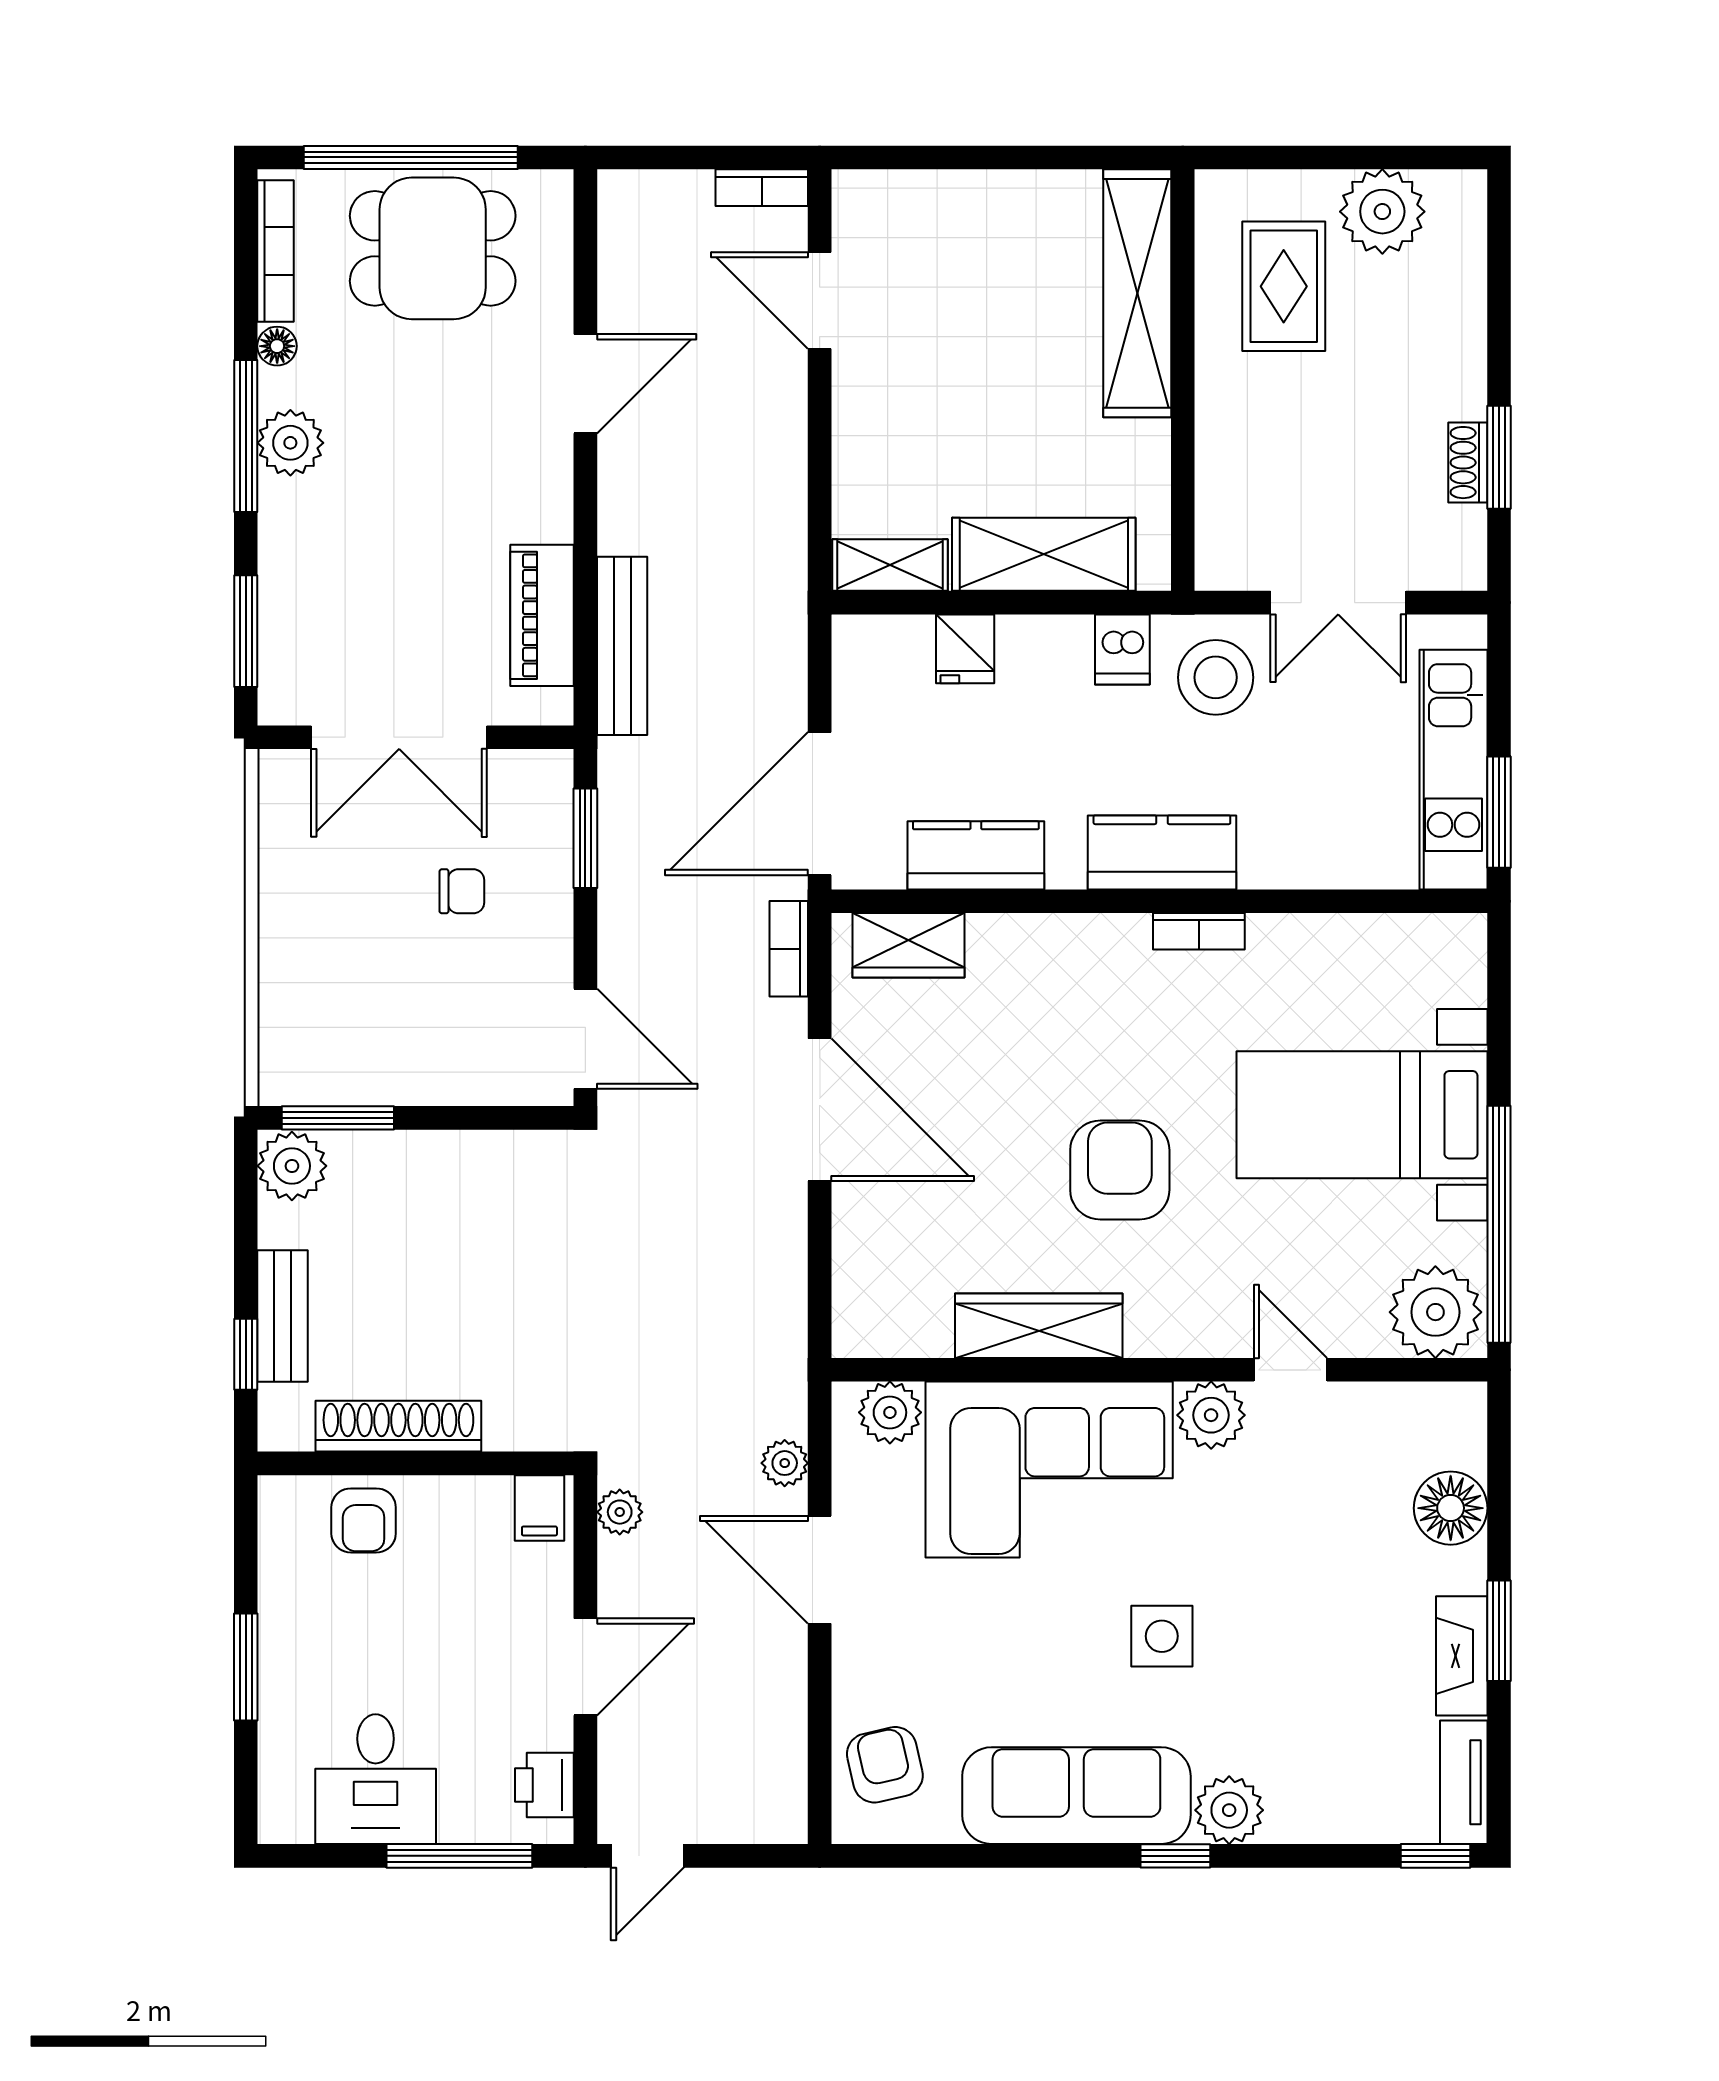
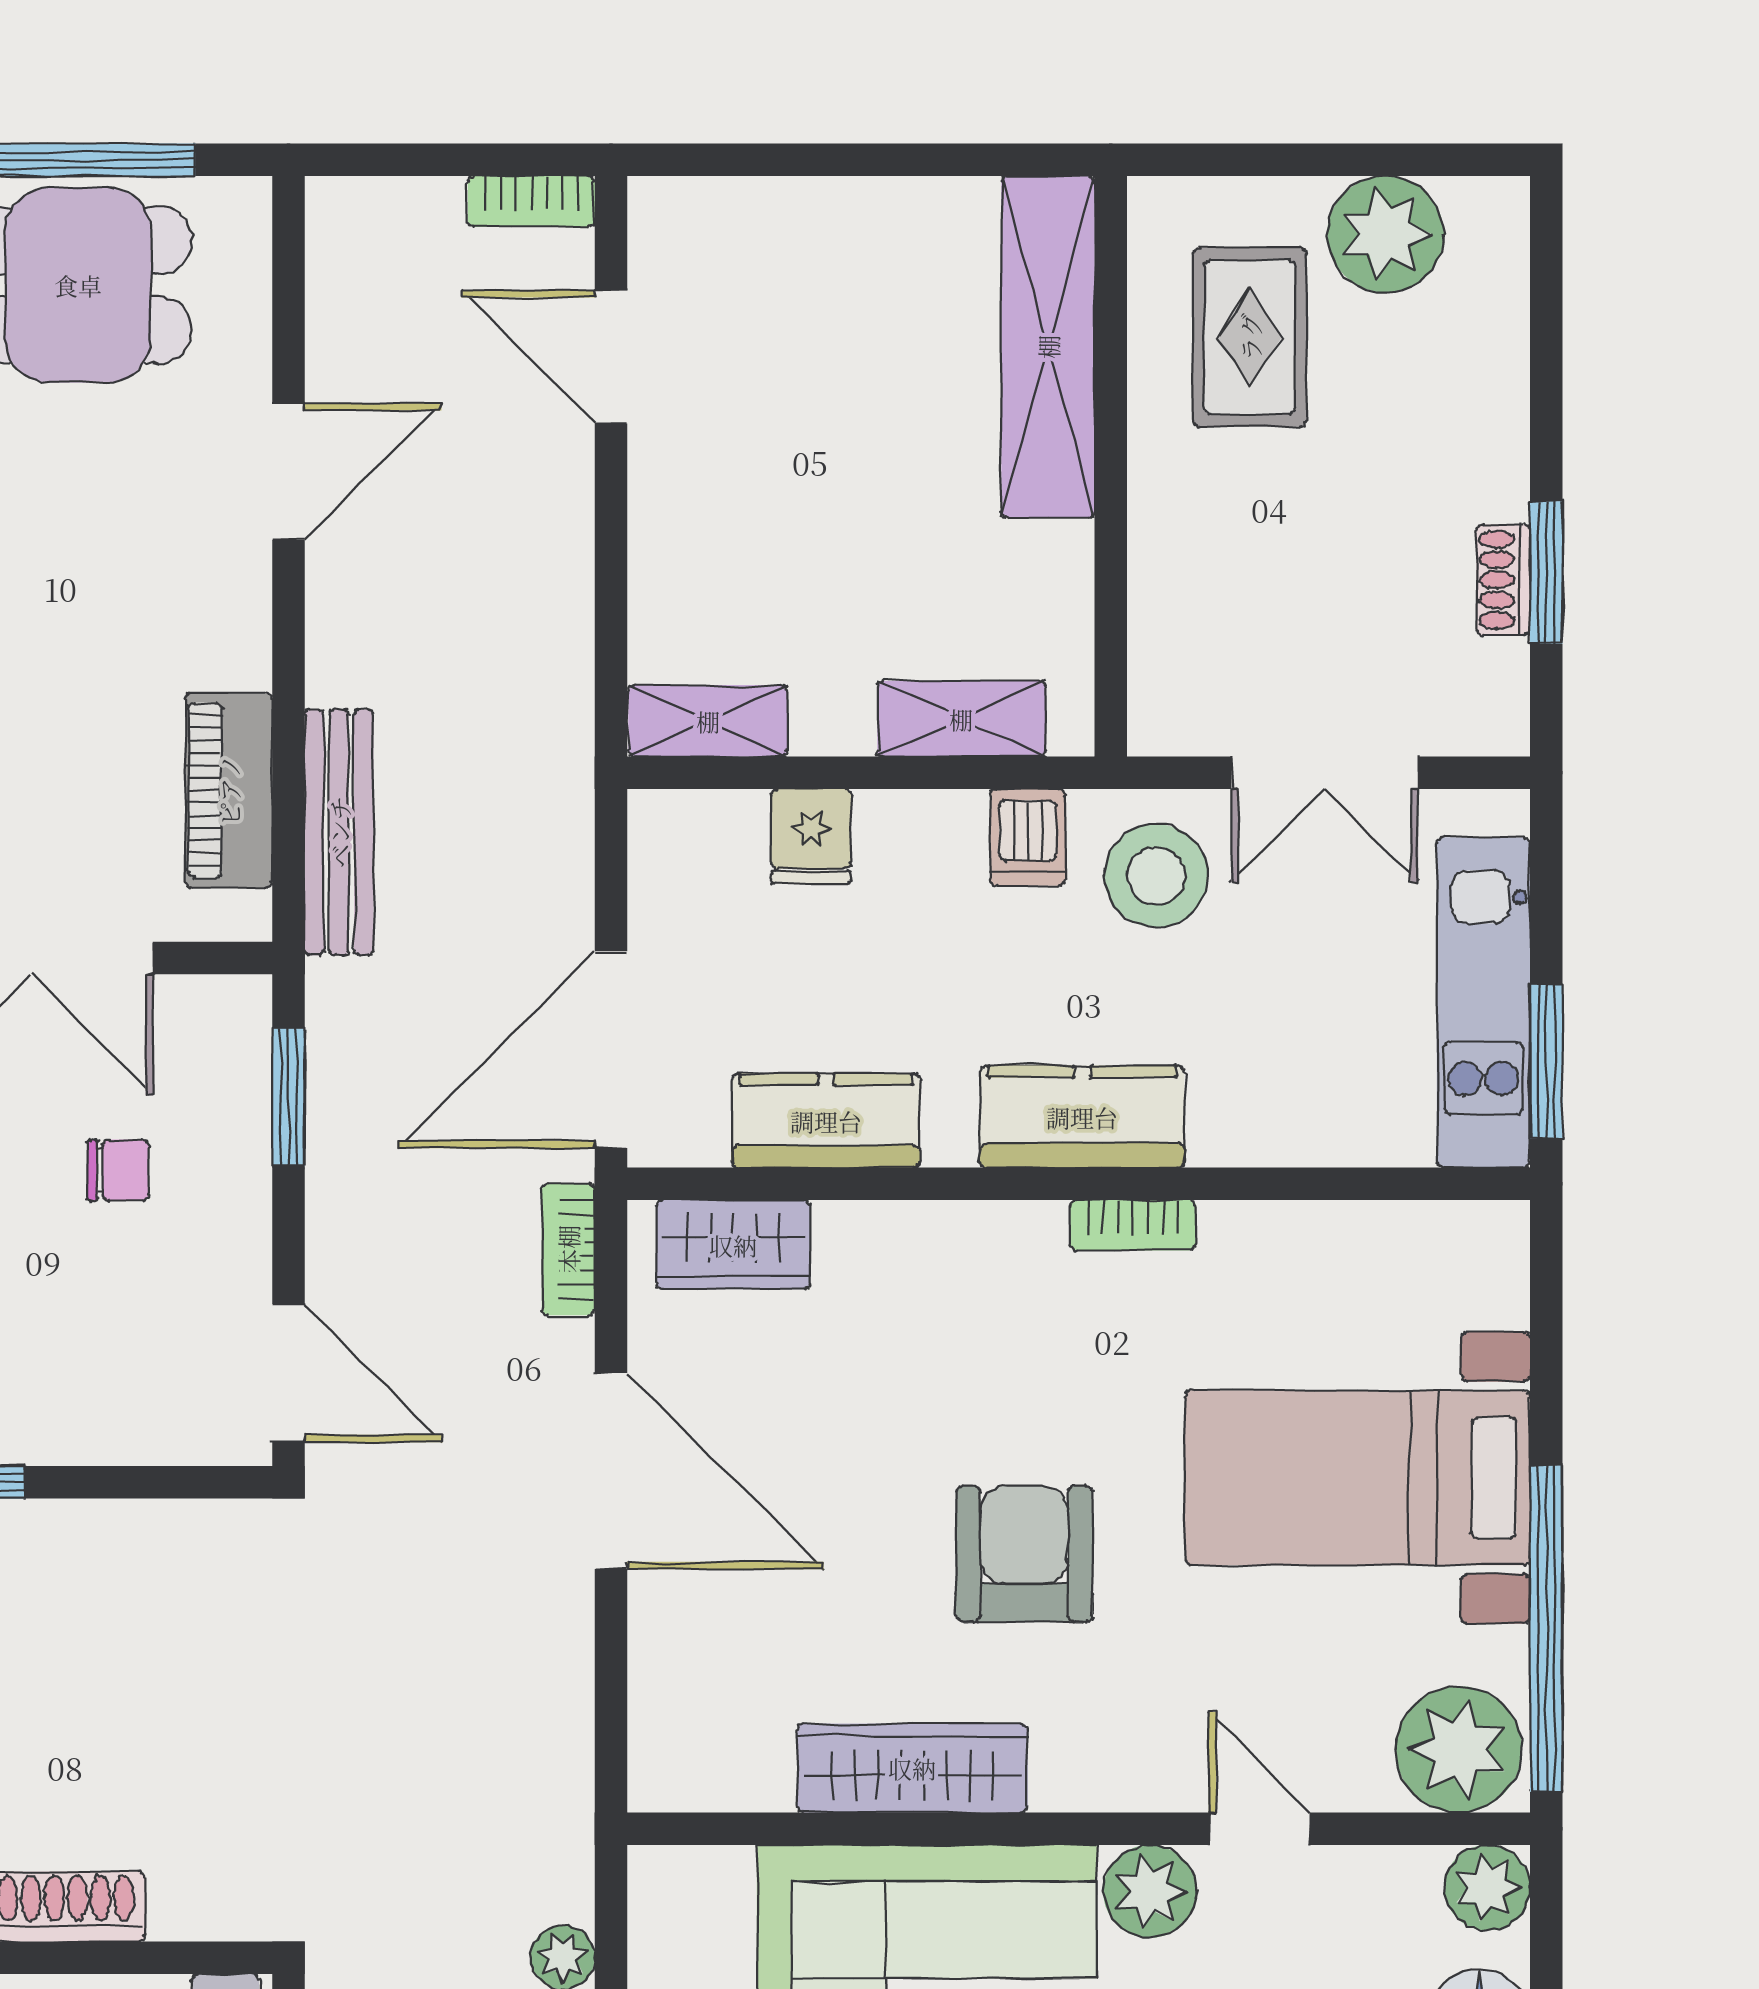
shelving: (1044, 554) -> (961, 719), width x0.67, depth x0.75
plant: (890, 1412) -> (1487, 1888), moved

